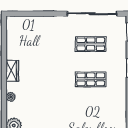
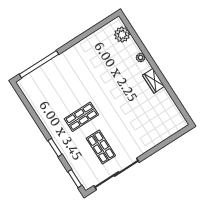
shop shelf: (91, 44) -> (101, 147), turned 90

